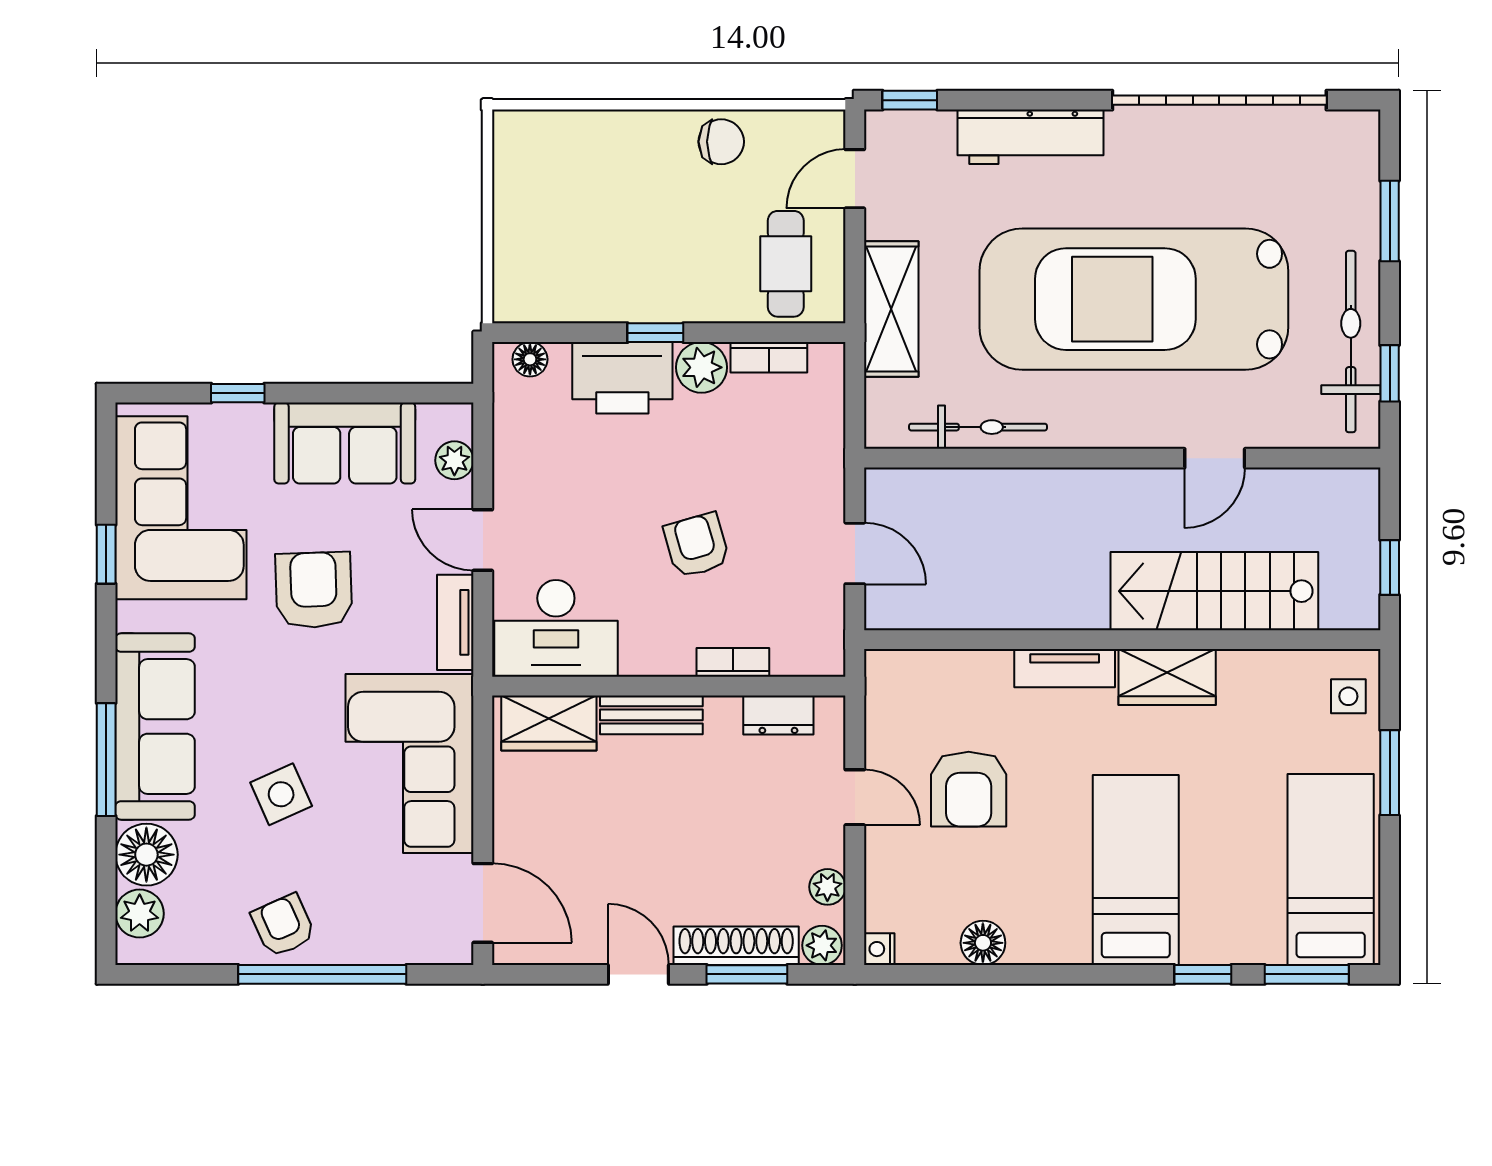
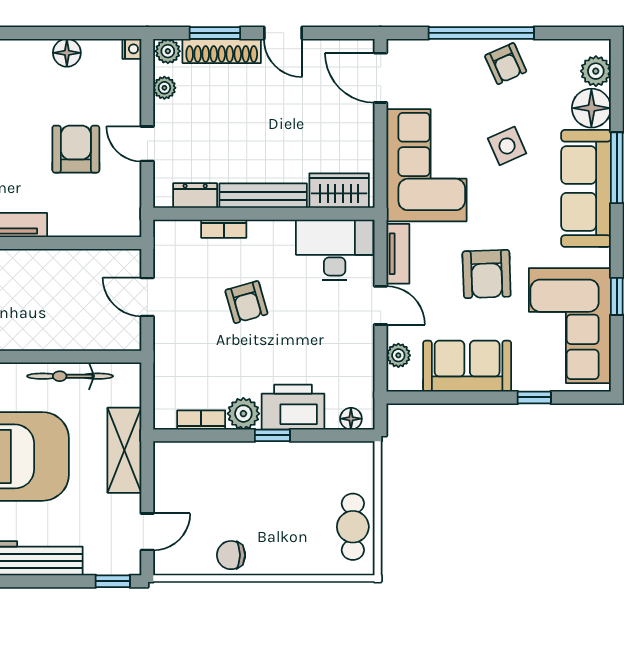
cafe table: (786, 264) -> (353, 527), moved
bench: (651, 715) -> (263, 196), width x1.36

